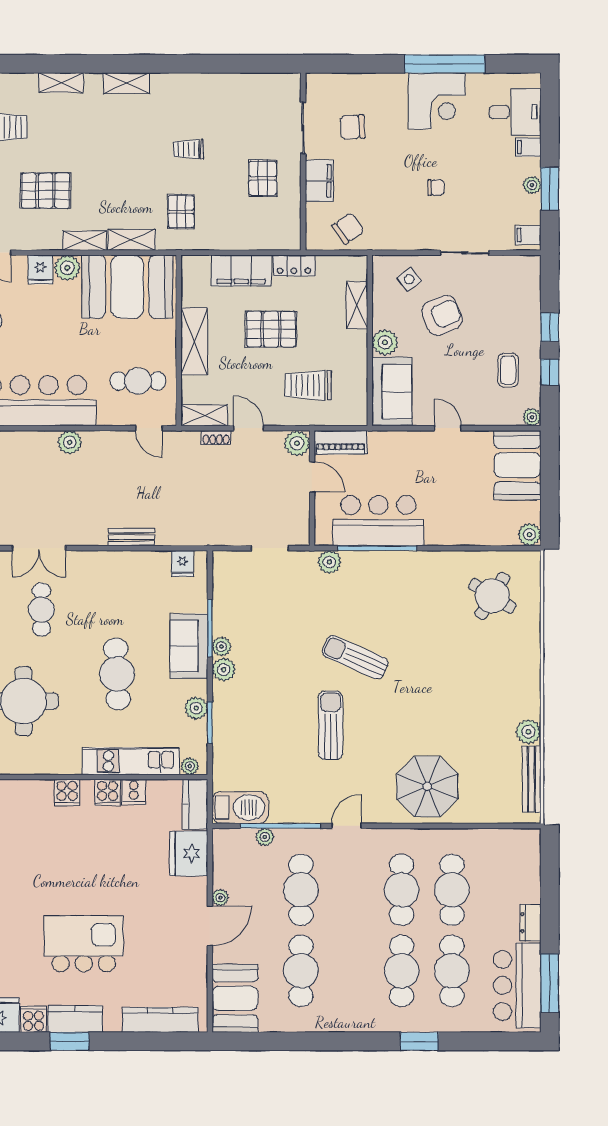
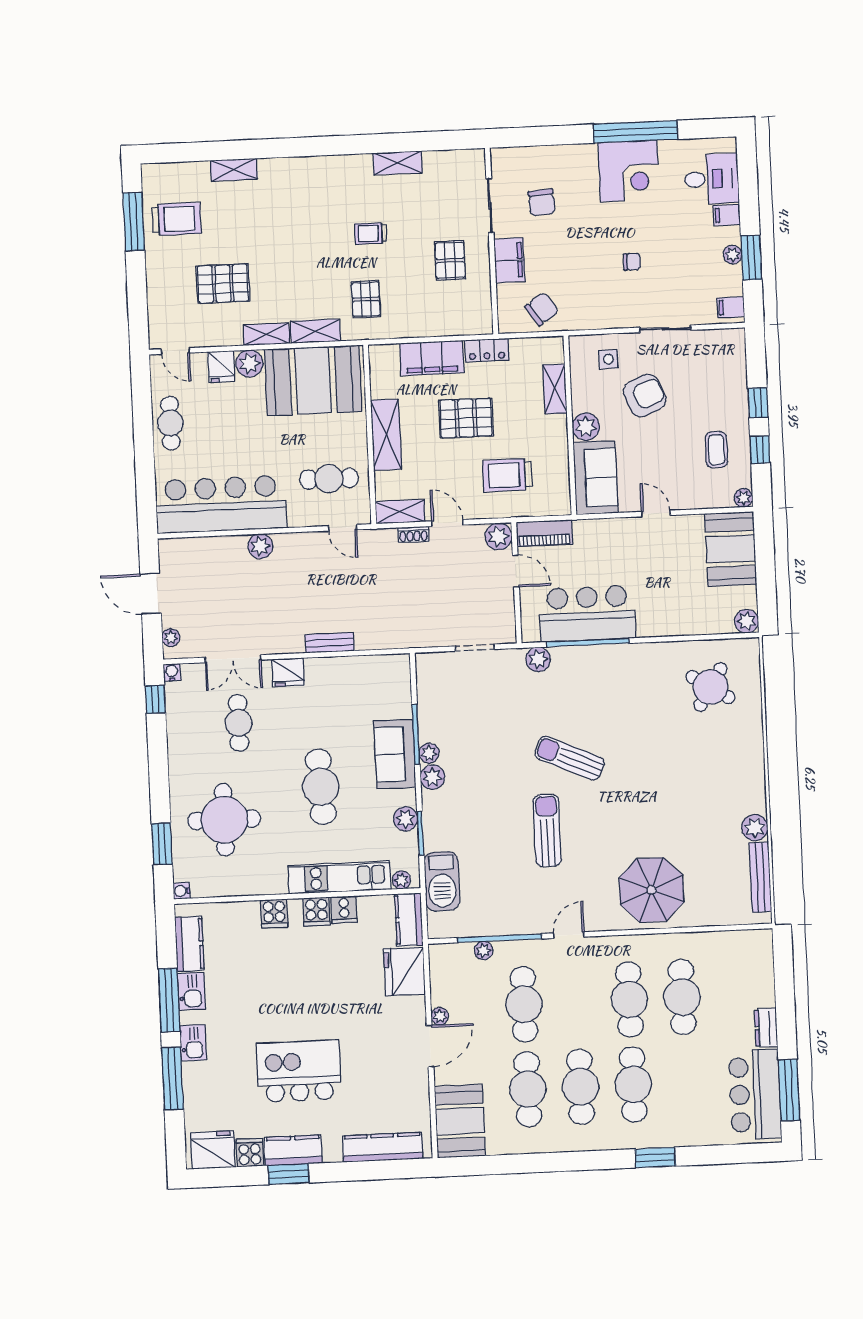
shelving: (126, 83) -> (398, 163), moved
chair: (353, 127) -> (542, 202), turned -90
side table: (409, 279) -> (608, 359), turned 38
fridge: (182, 563) -> (288, 672), moved, width x1.38
barbecue: (240, 807) -> (442, 881), moved, turned 90
cafe table: (452, 971) -> (581, 1087), moved

